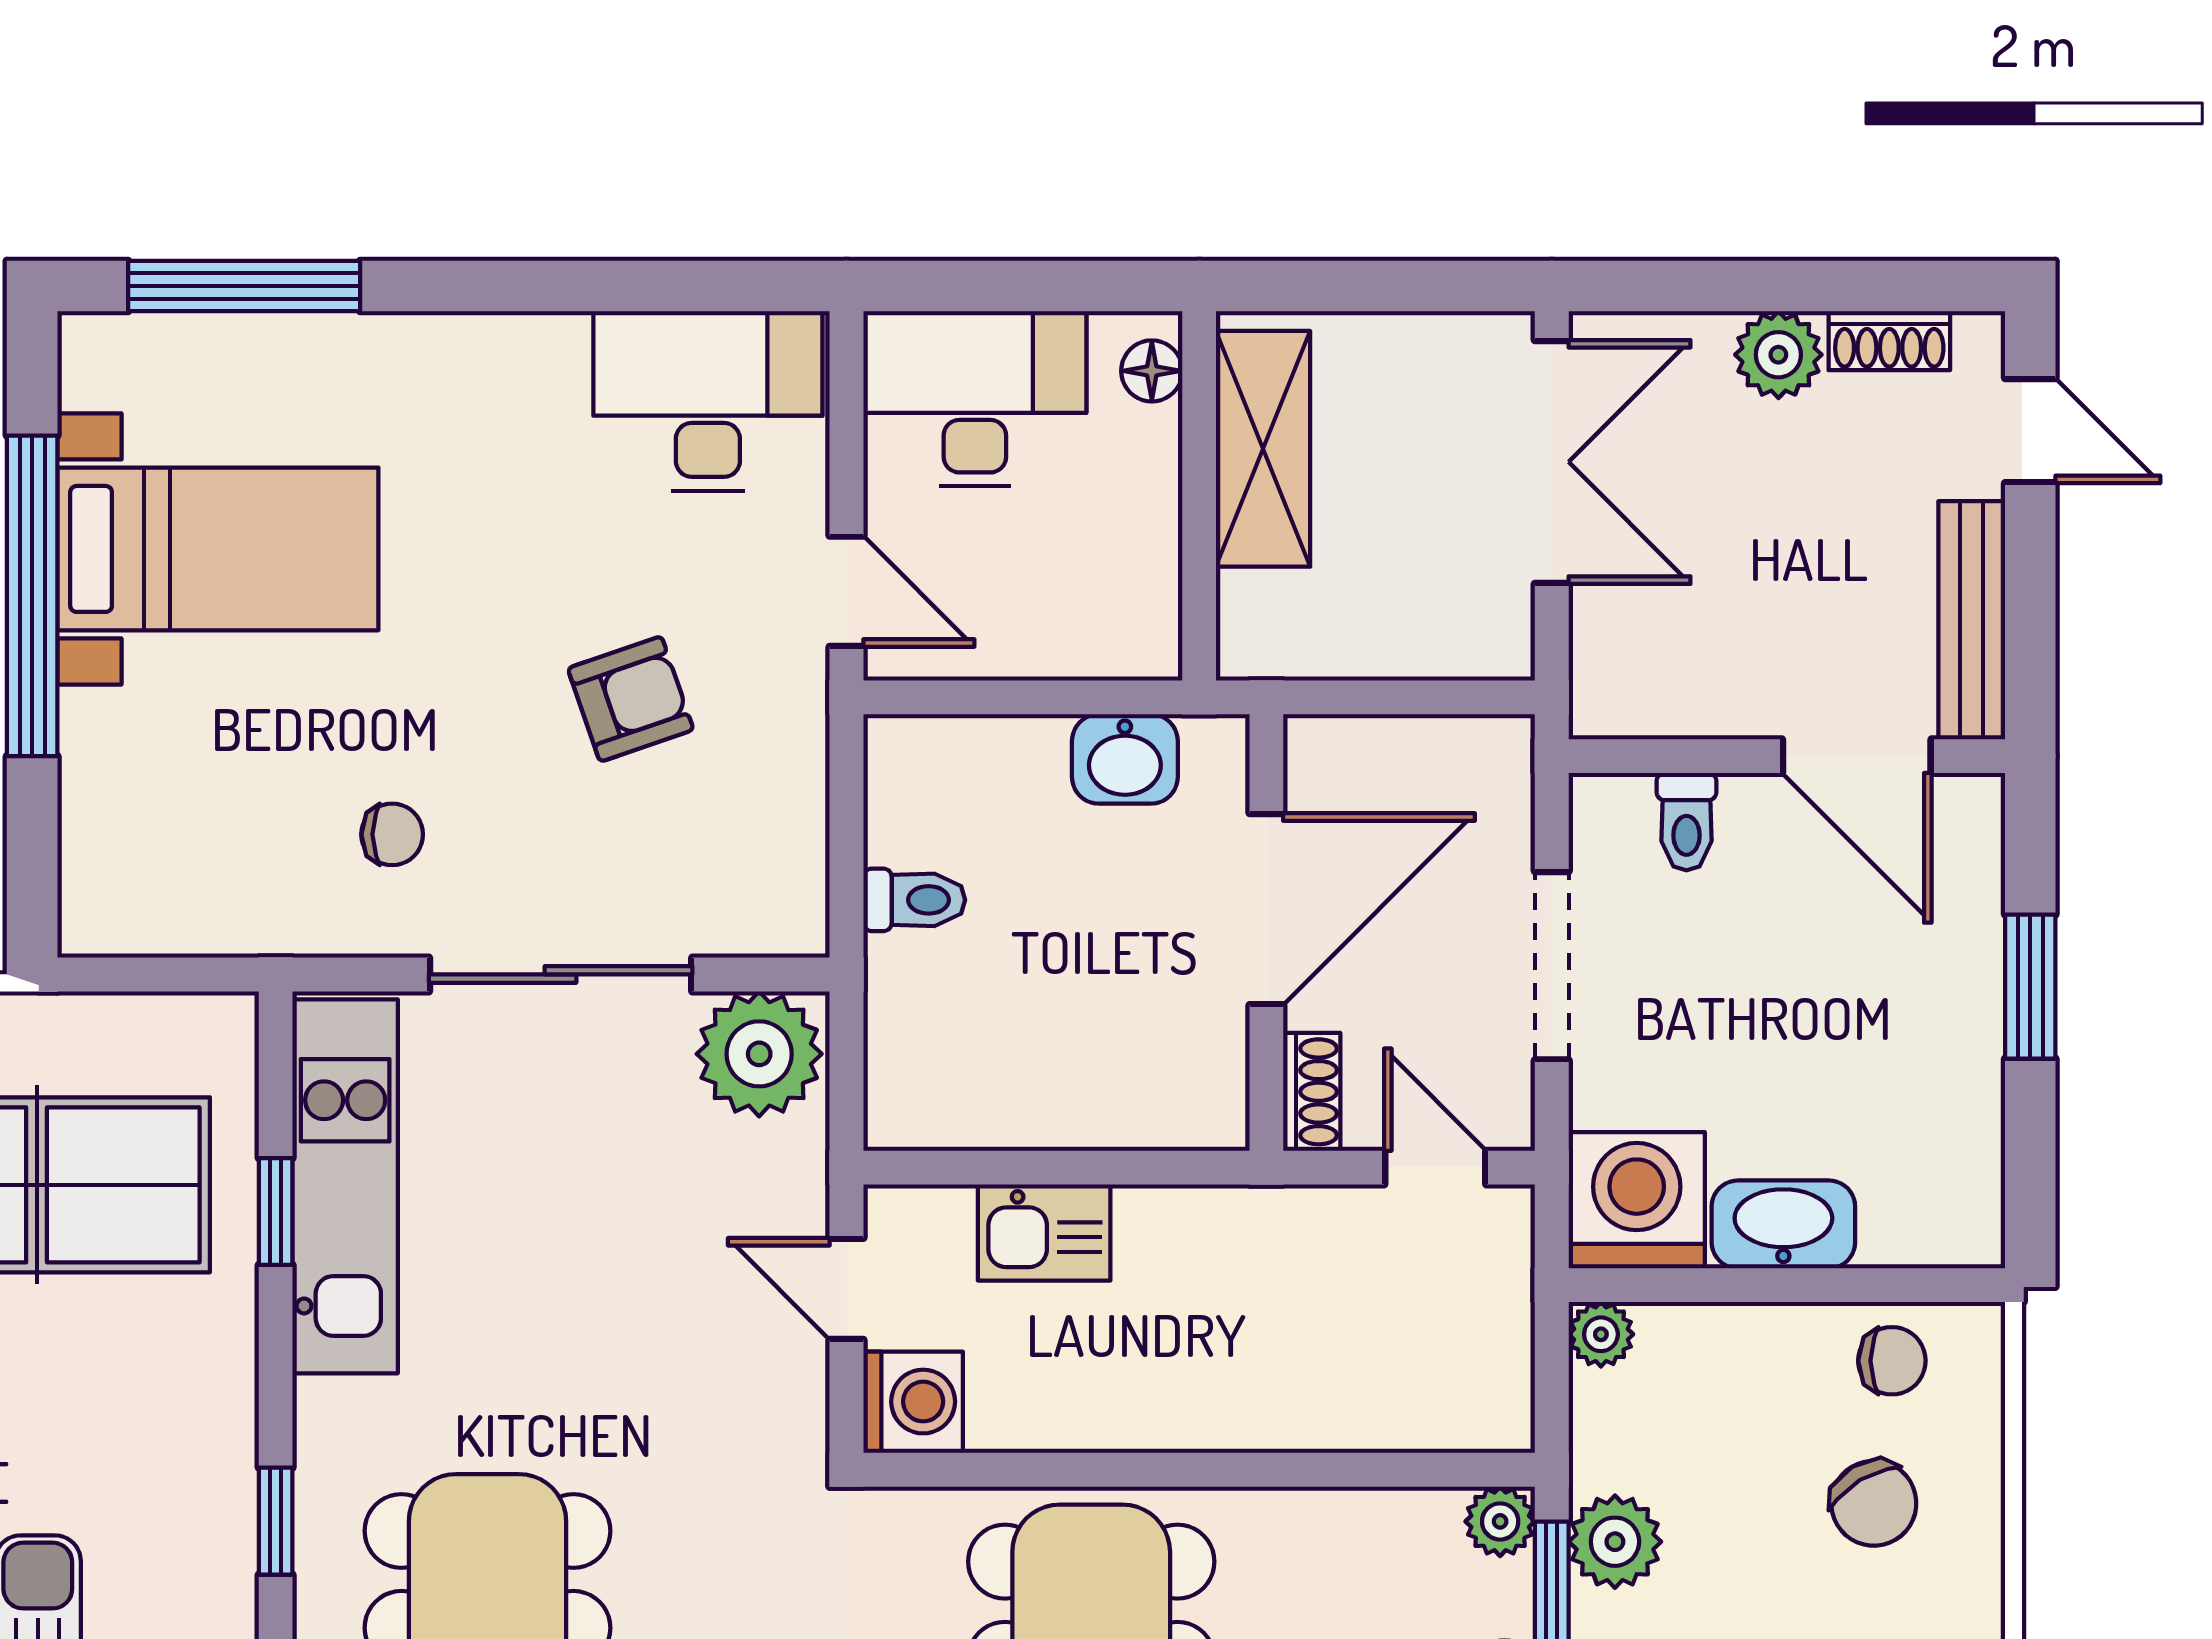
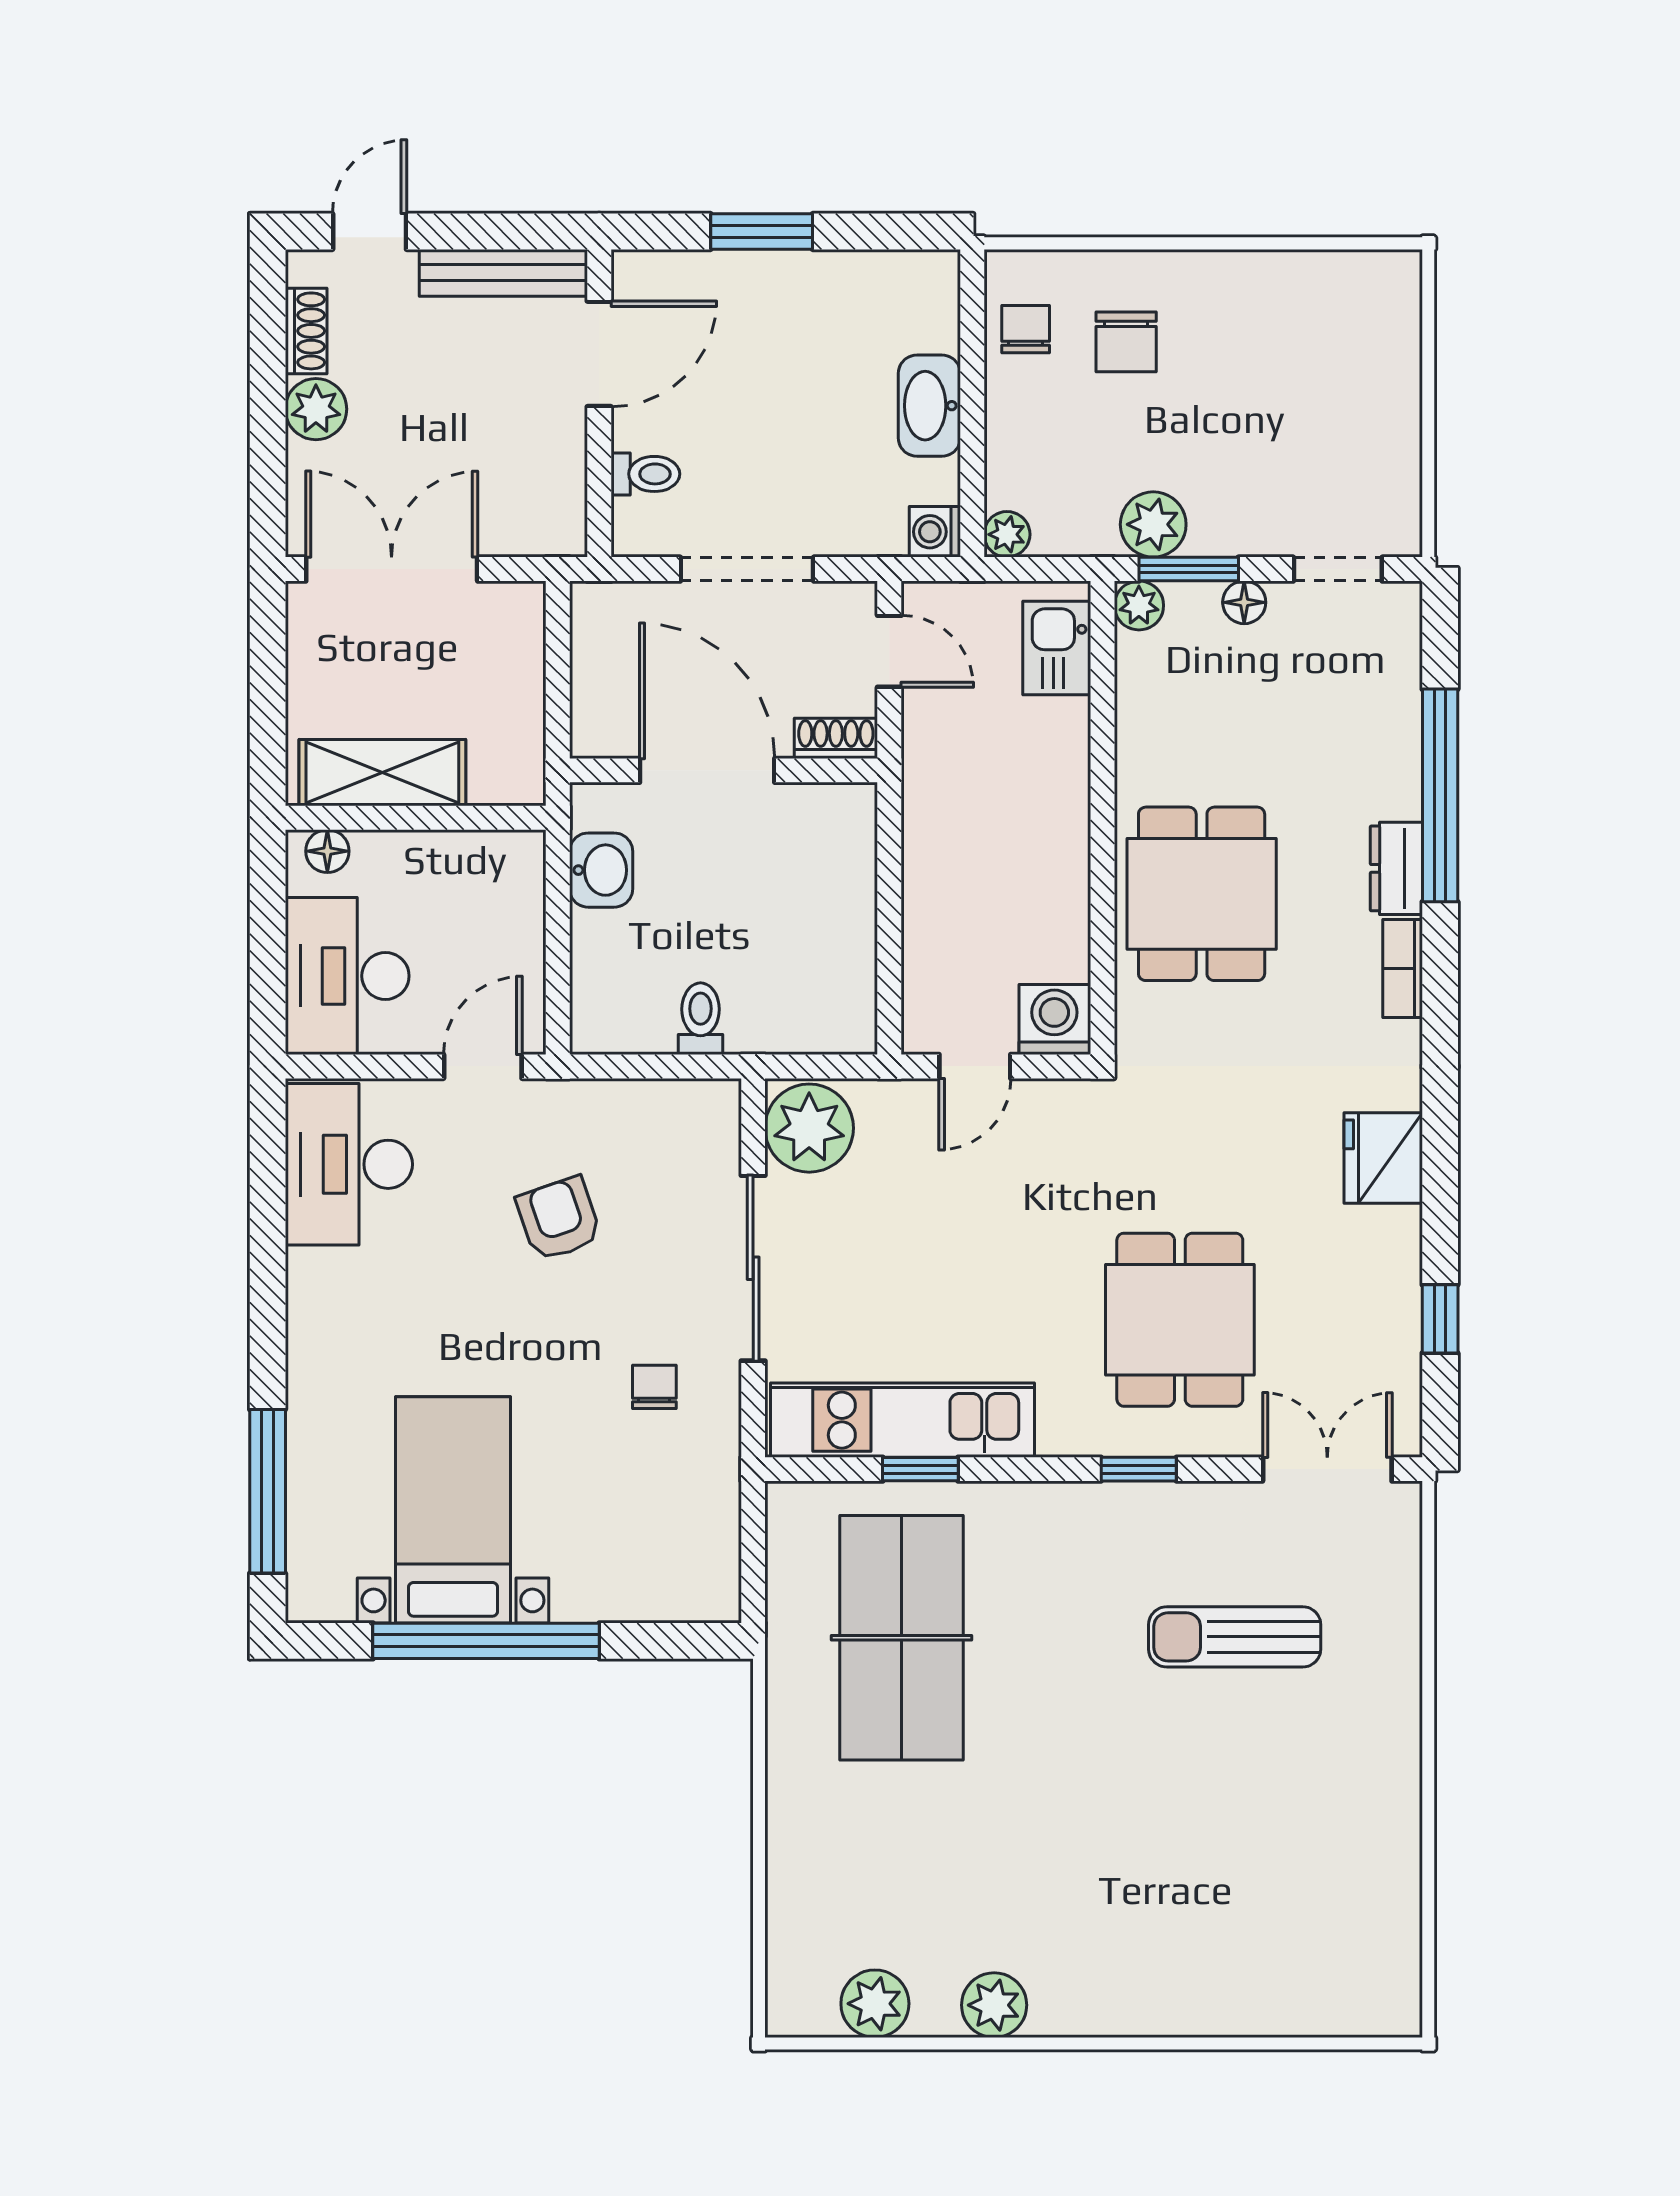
door: (1435, 1168) -> (889, 651), swing flipped
washing machine: (1637, 1200) -> (935, 532), width x0.53, depth x0.53
kitchen sink: (1044, 1232) -> (1057, 648), moved, turned 180
chair: (1874, 1503) -> (1126, 342), turned 121

